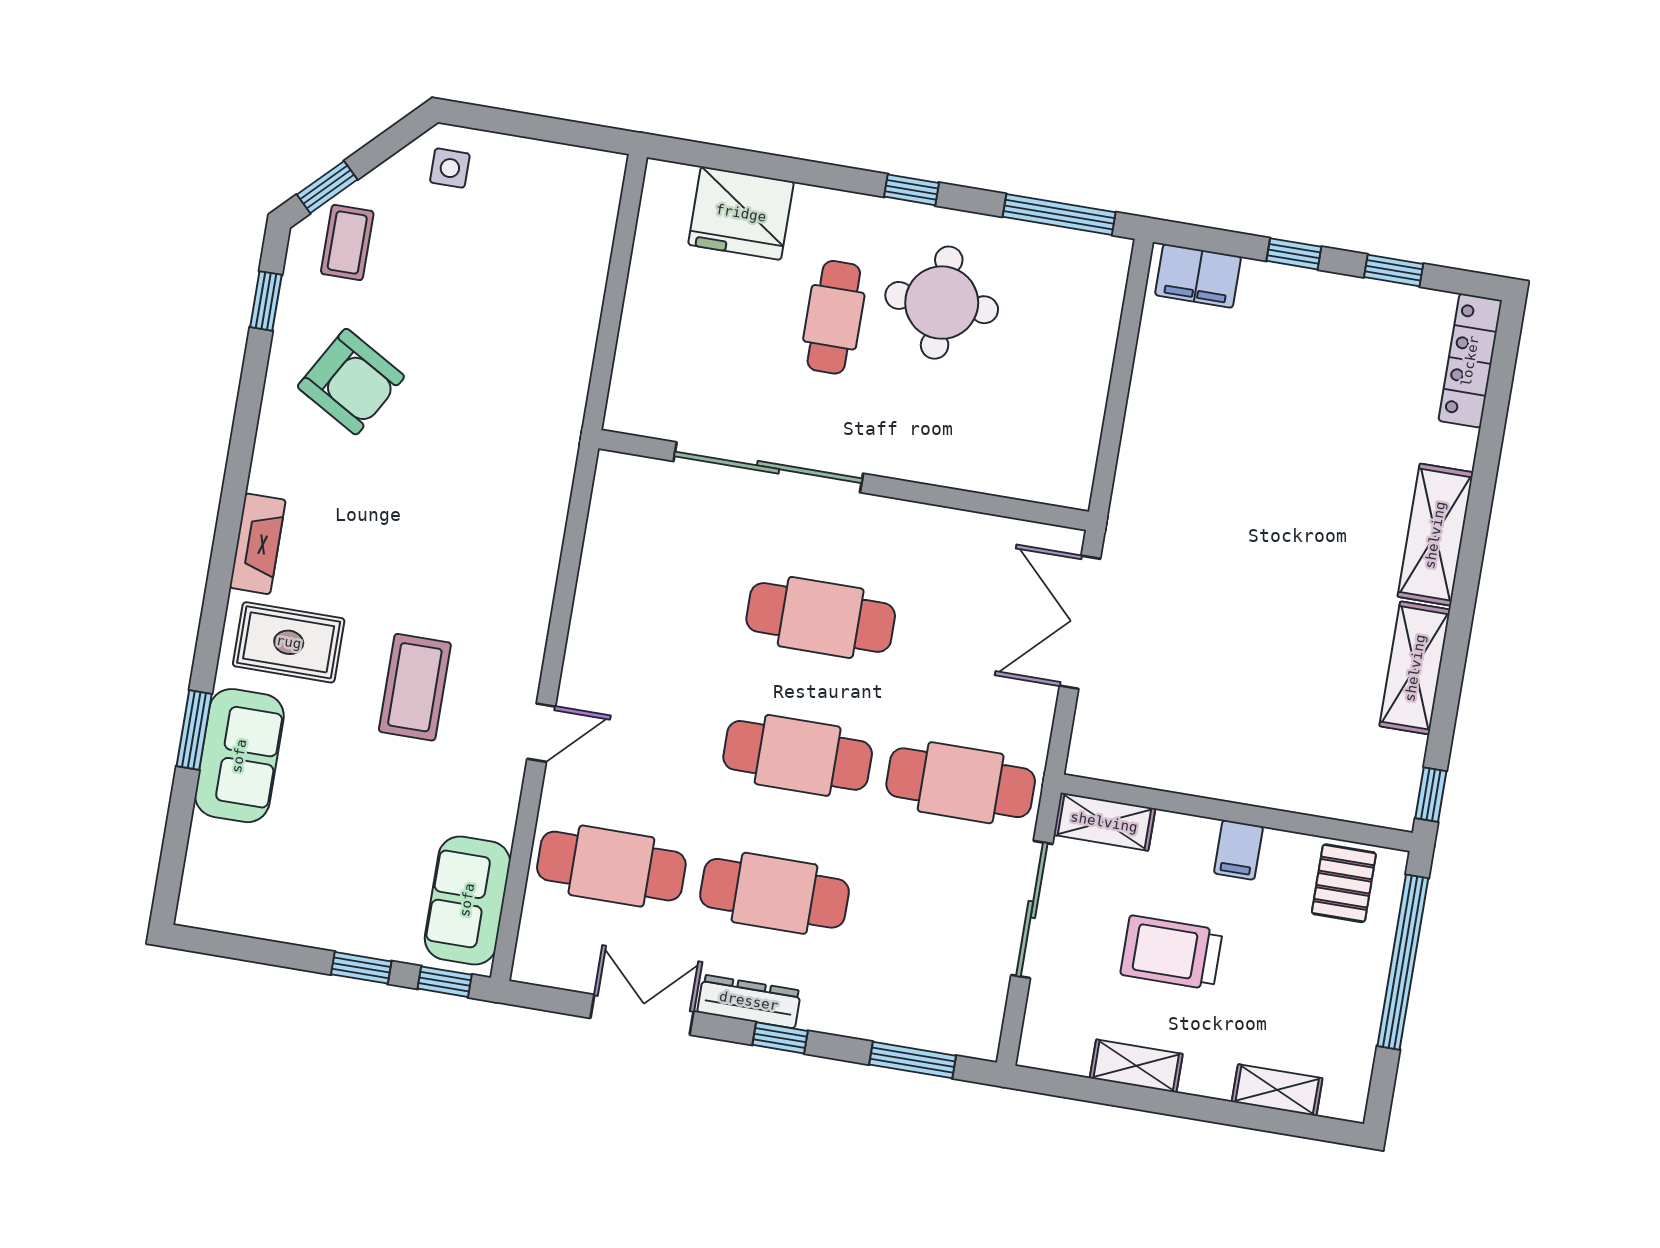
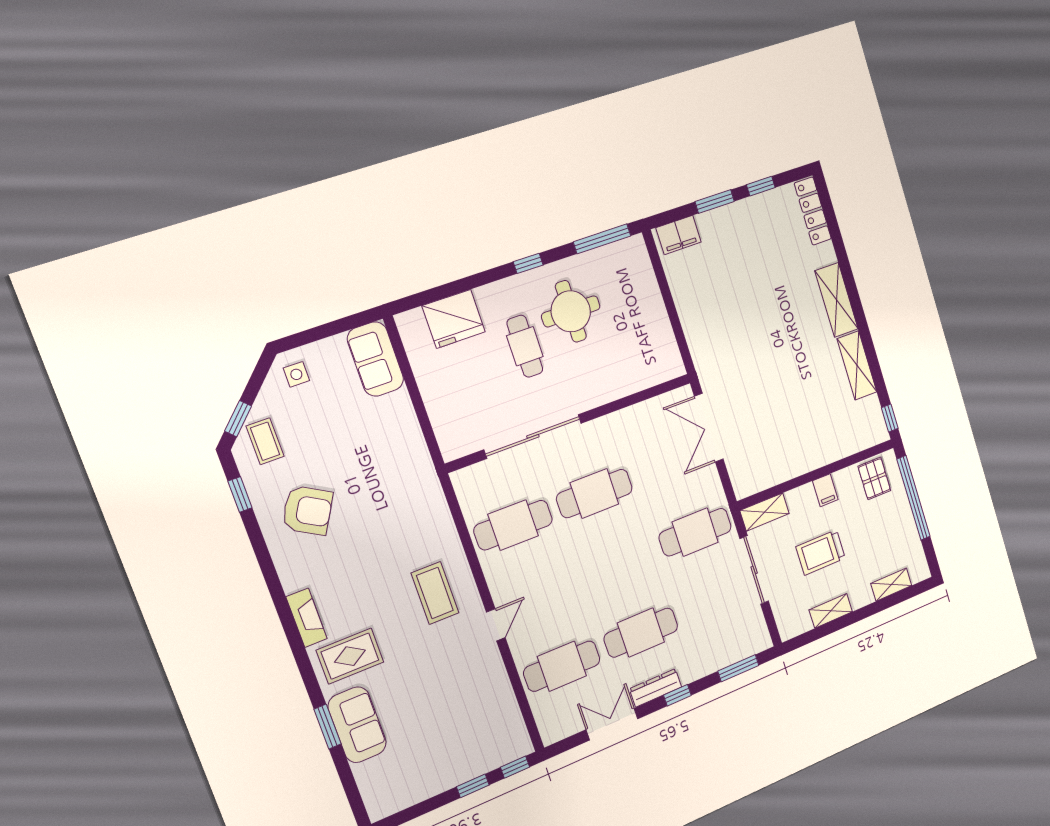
window: (1294, 254) -> (715, 201), width x1.50
coffee table: (415, 687) -> (435, 593), moved
cafe table: (798, 755) -> (513, 525), moved
sofa: (467, 900) -> (375, 359), moved

